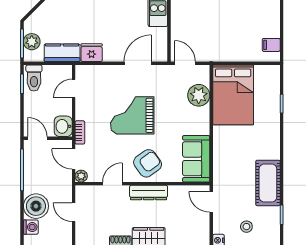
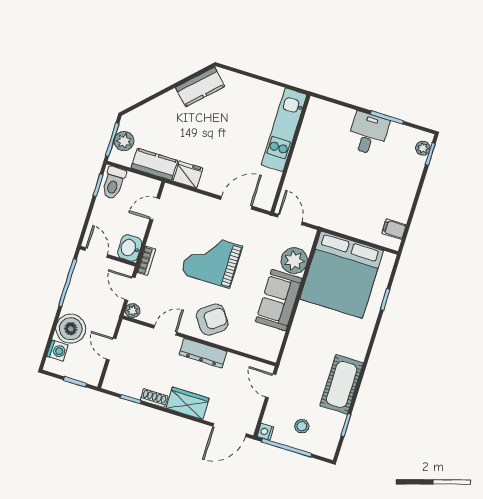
bed: (233, 95) -> (342, 275), width x1.36
sofa: (196, 159) -> (279, 300), moved

